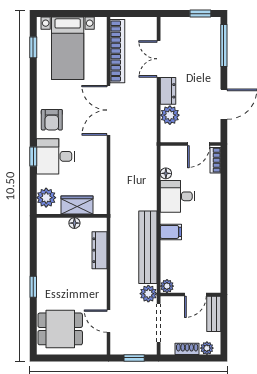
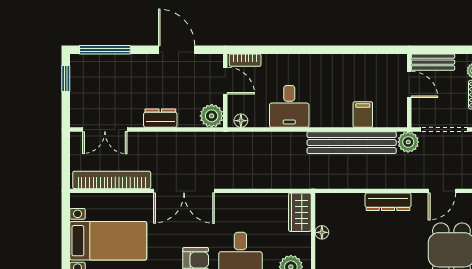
double door: (159, 59) -> (105, 129), moved
plant: (170, 115) -> (212, 116), moved
floor lamp: (166, 173) -> (241, 121), moved
wardrobe: (77, 205) -> (300, 212), moved
filing cabinet: (171, 232) -> (363, 115), moved
dresser: (100, 250) -> (388, 202), moved
plant: (167, 286) -> (399, 119), removed

